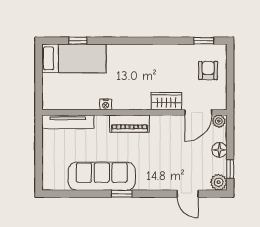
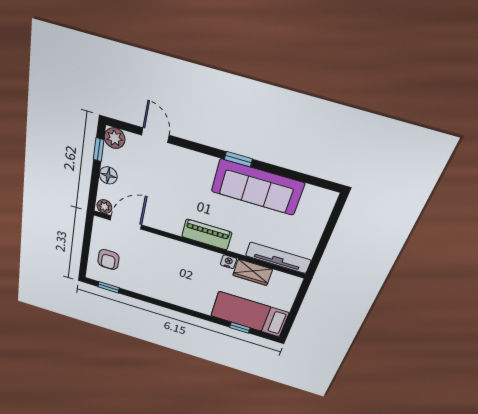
wardrobe: (166, 101) -> (253, 272), moved

